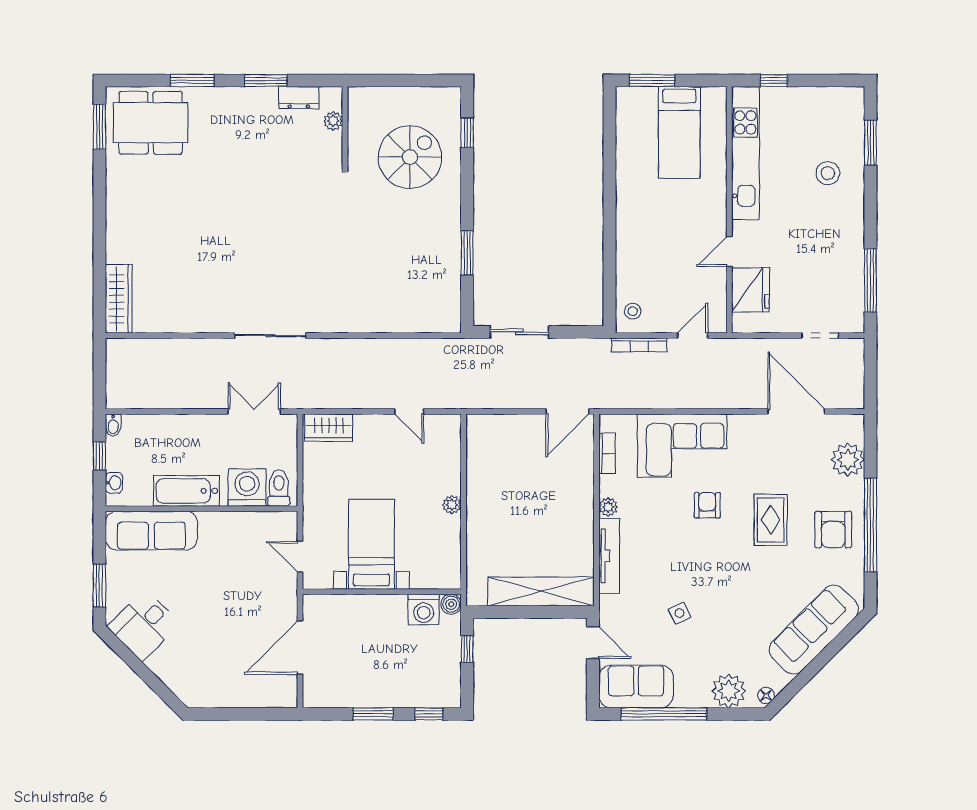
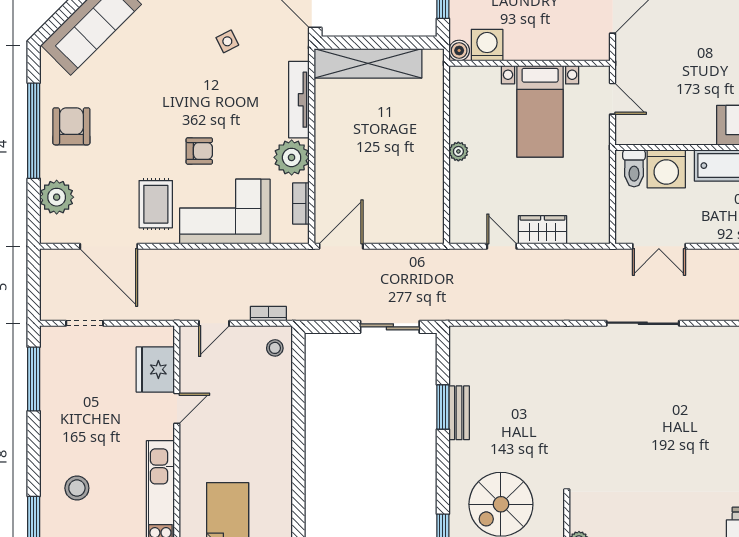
bench: (451, 247) -> (459, 413), added
bookcase: (639, 345) -> (268, 314), width x0.64
wardrobe: (329, 428) -> (542, 230), moved
armchair: (707, 505) -> (199, 151), turned -90
plant: (608, 507) -> (292, 157), width x1.87, depth x1.87
rug: (771, 520) -> (156, 204), moved

